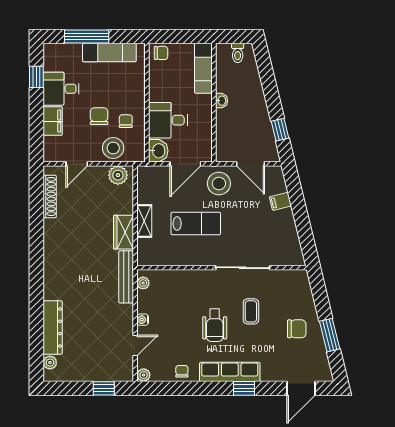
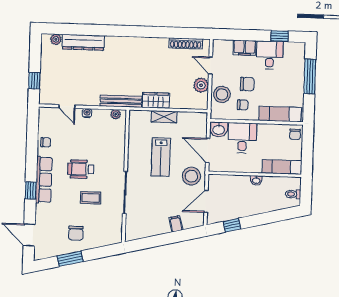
exam couch: (109, 53) -> (280, 114), moved, turned 90
plant: (118, 175) -> (201, 85), moved
plant: (144, 375) -> (44, 112), removed

